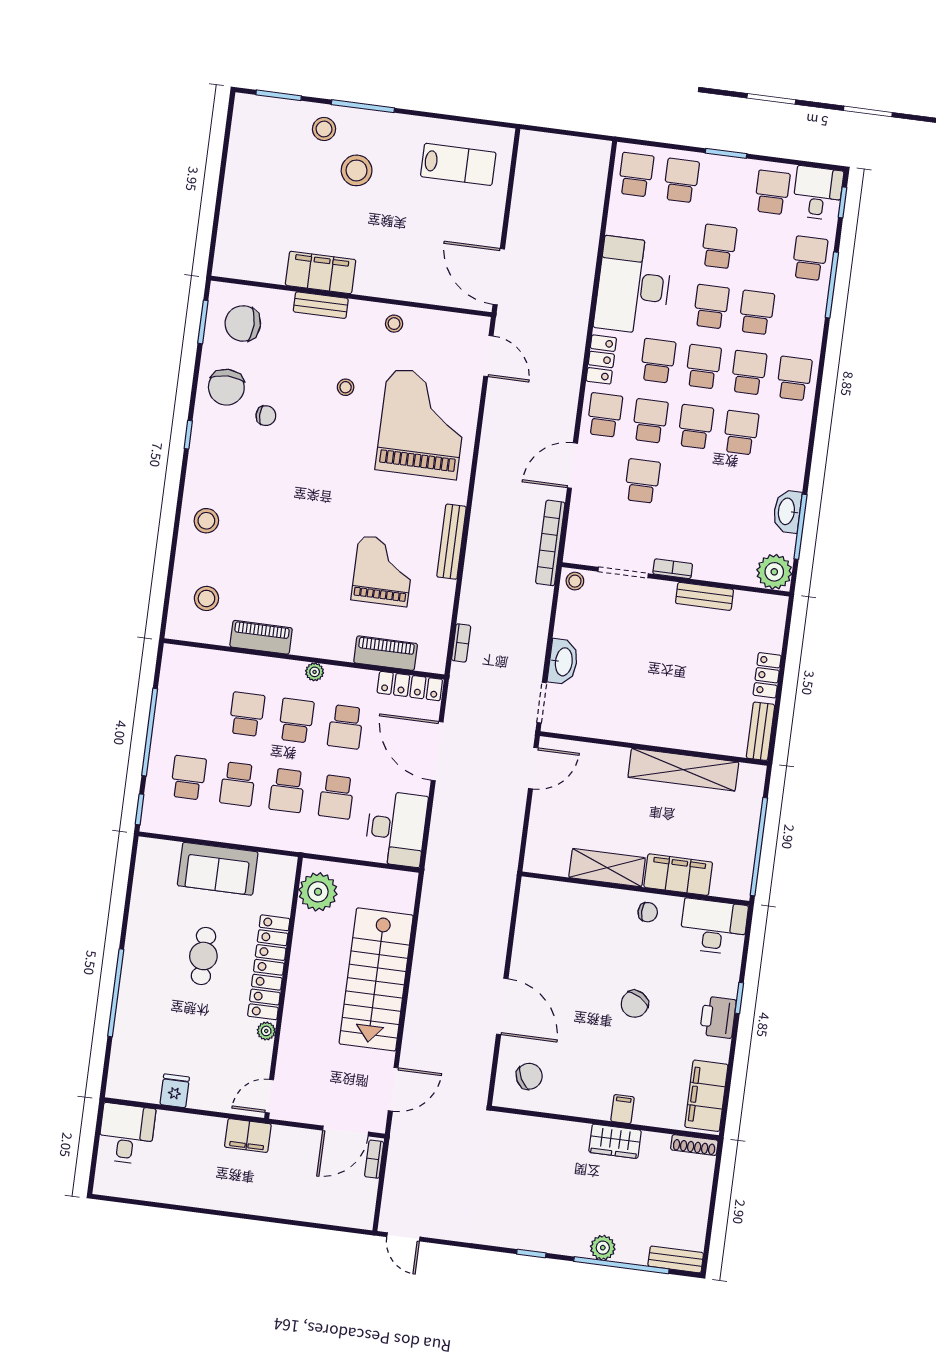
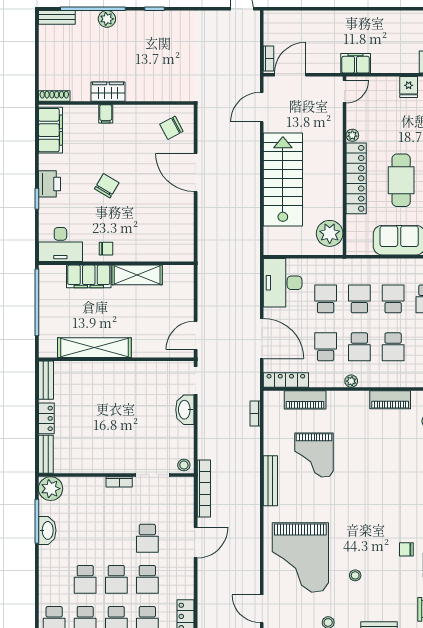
school desk: (605, 415) -> (178, 579), removed
bench: (704, 596) -> (46, 454), moved, turned 90
chair: (648, 912) -> (106, 249), turned 180
cafe table: (203, 956) -> (401, 180), width x1.37, depth x1.35

